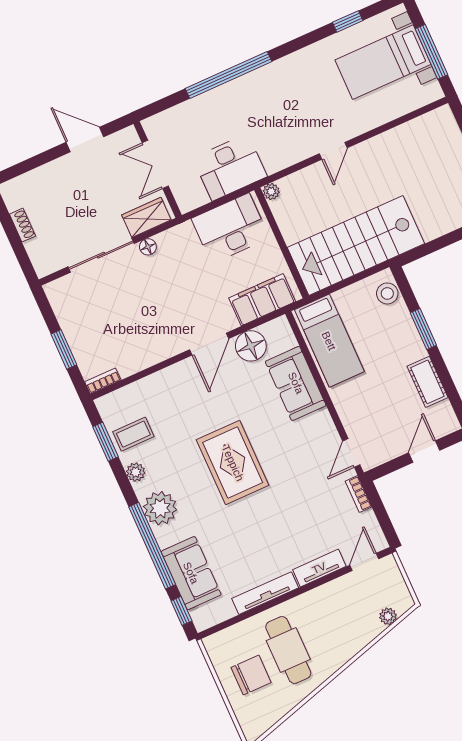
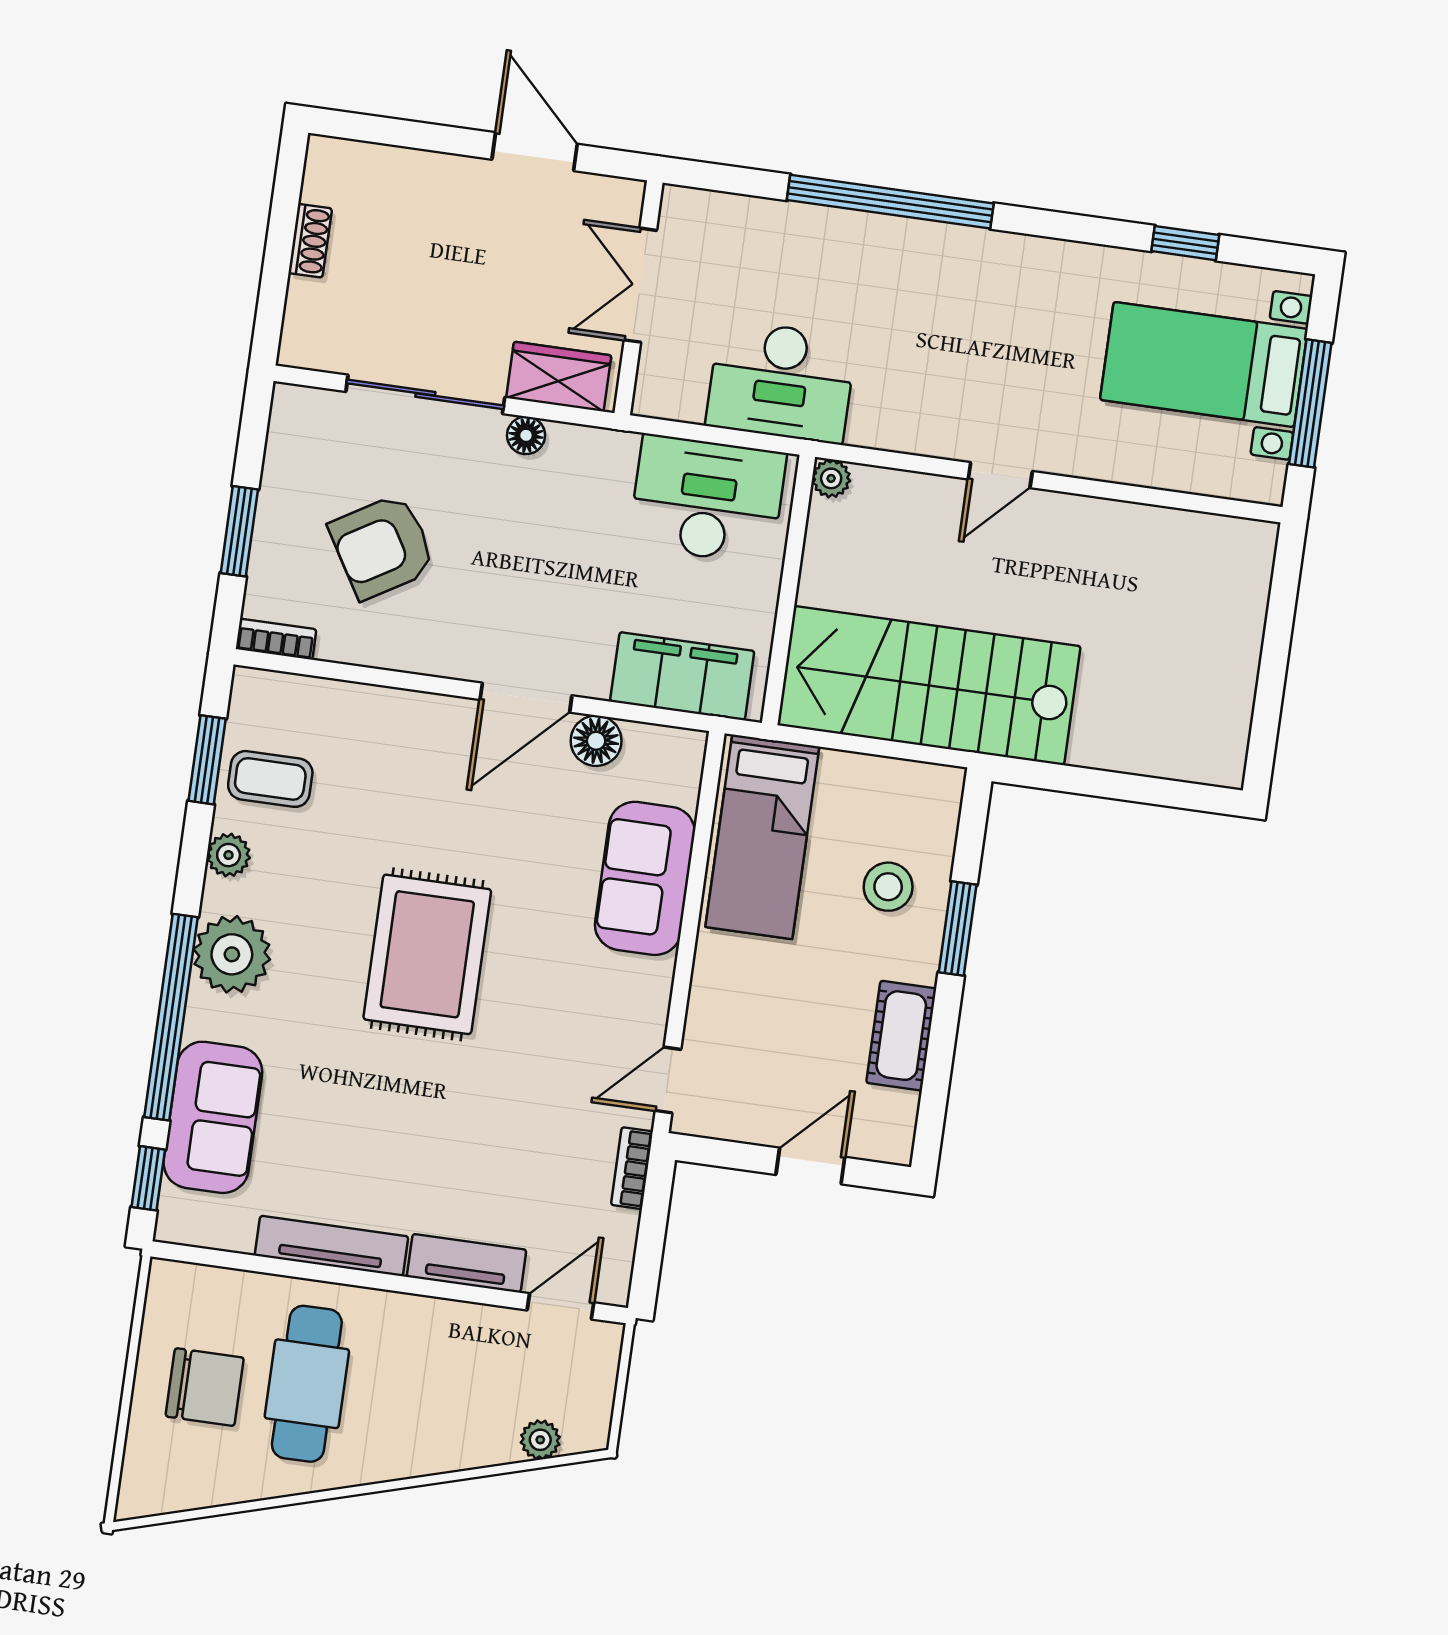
stool: (387, 293) -> (888, 887), moved
armchair: (121, 322) -> (382, 547), added
floor lamp: (251, 346) -> (596, 741), width x0.73, depth x0.73

